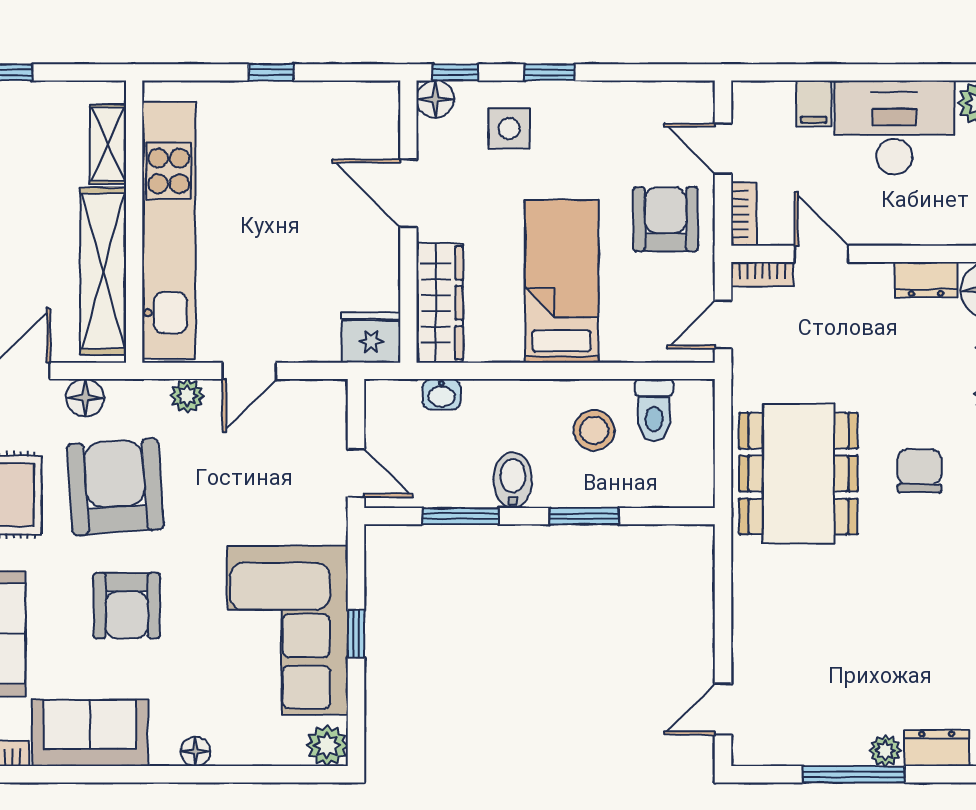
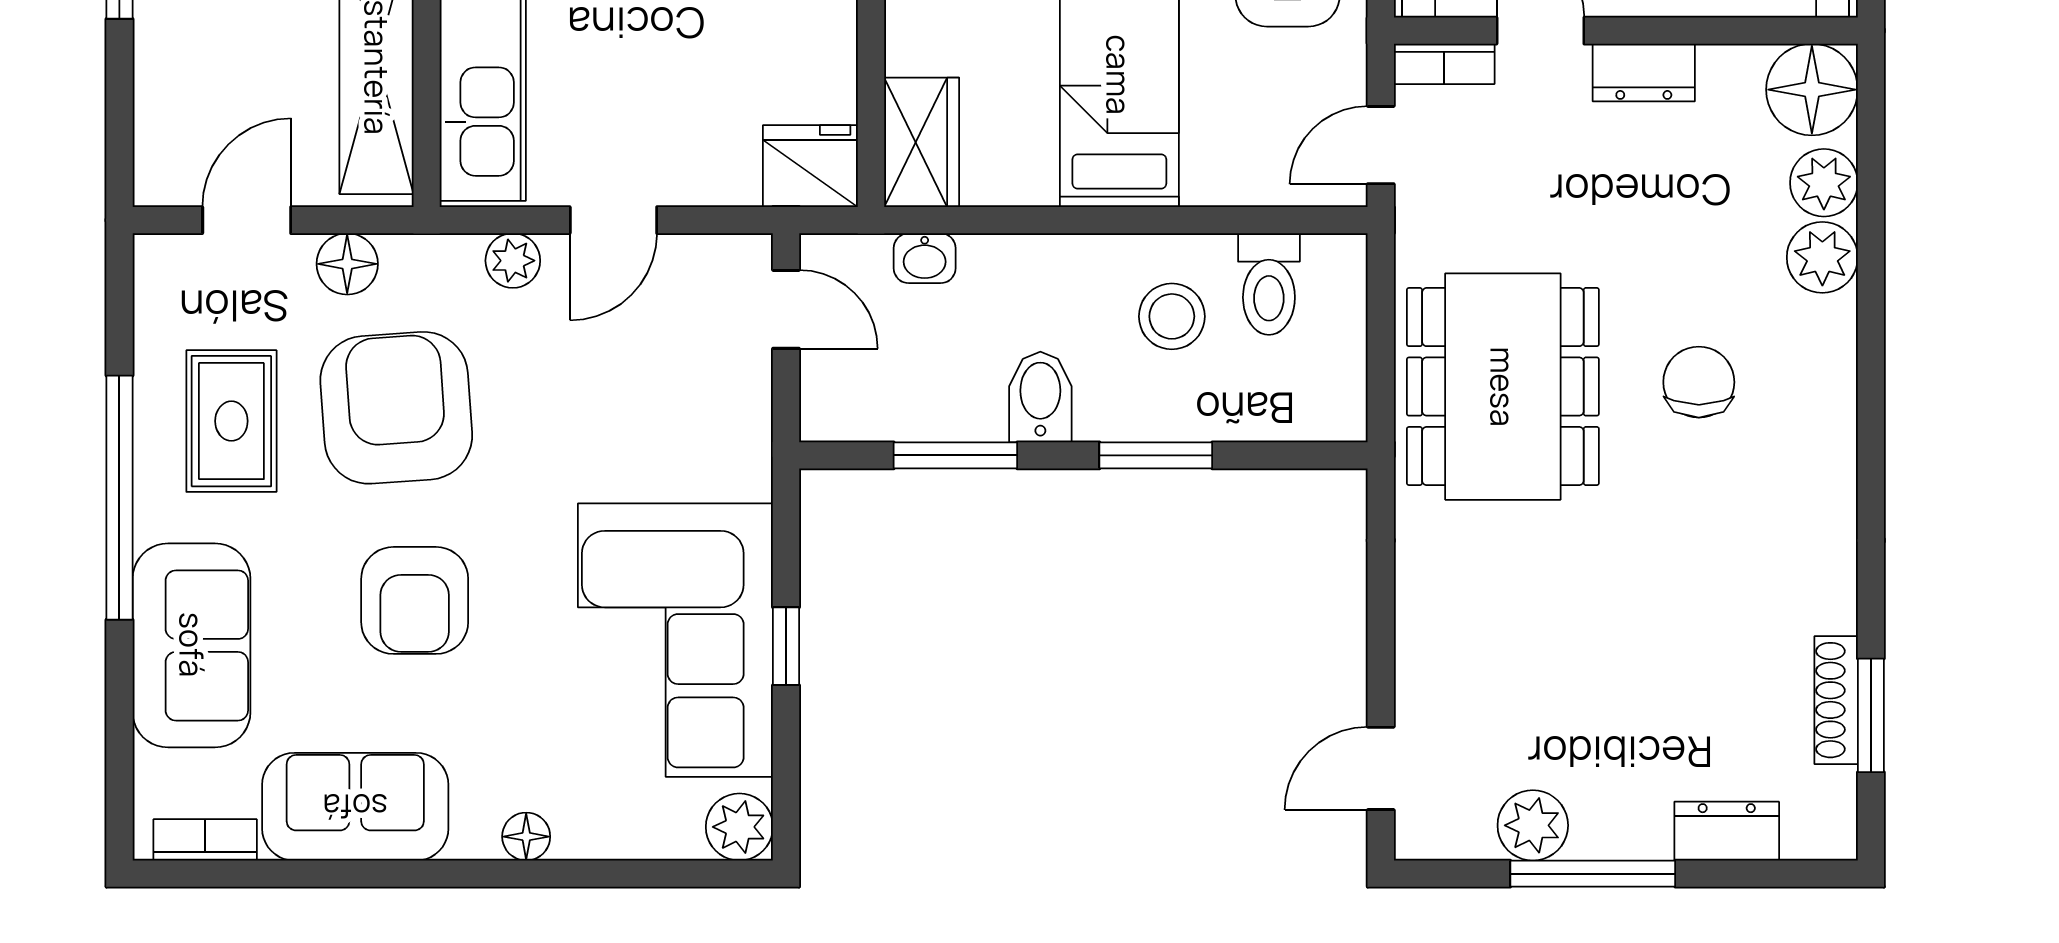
dresser: (926, 280) -> (1644, 72), moved
wardrobe: (440, 303) -> (922, 142), width x0.67
door: (356, 473) -> (786, 309), moved
plant: (885, 750) -> (1533, 825), moved, width x1.38, depth x1.38

